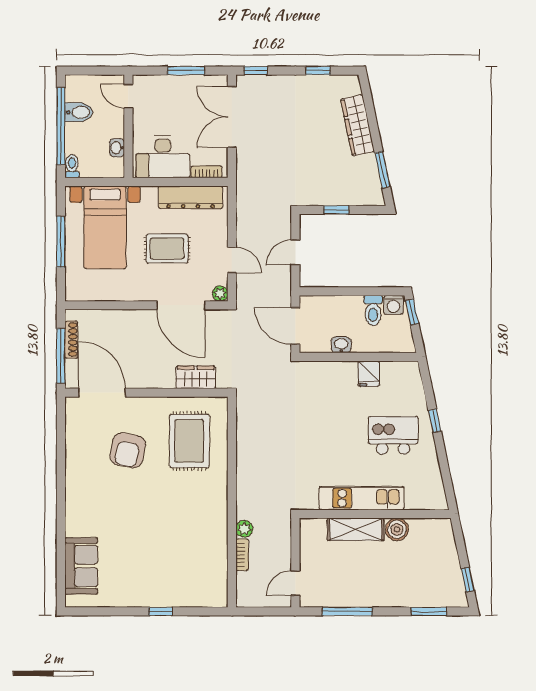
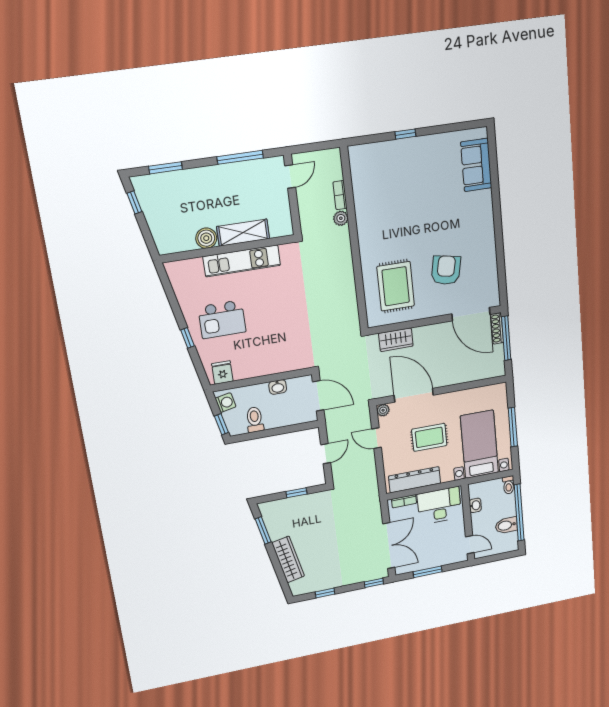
washing machine: (393, 305) -> (226, 403), moved, turned 78
shoe rack: (71, 340) -> (497, 328), moved
fridge: (369, 374) -> (222, 372), moved

